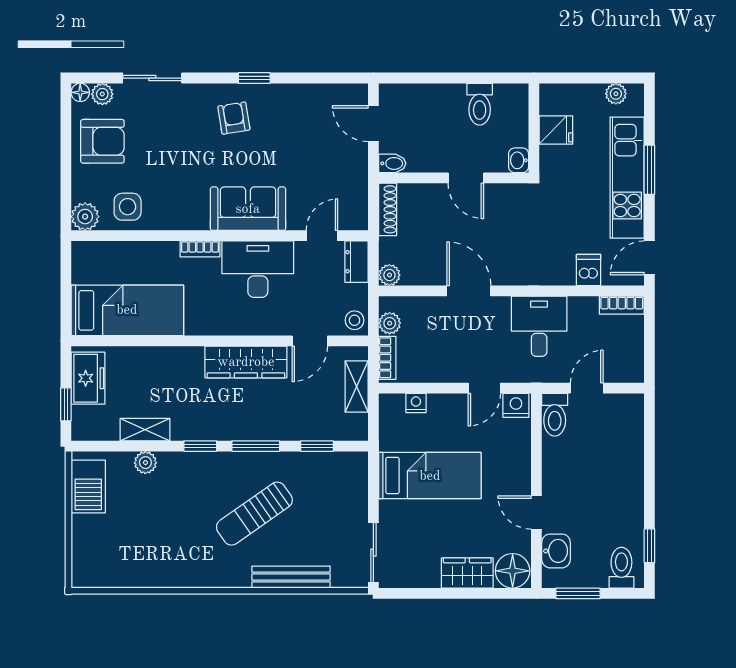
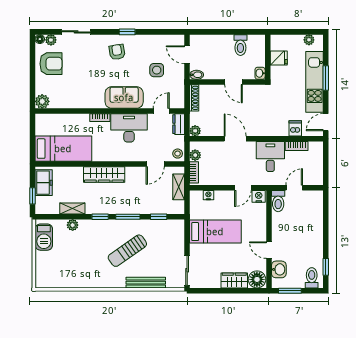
side table: (128, 207) -> (157, 70), moved
bookcase: (622, 305) -> (297, 146), moved
wardrobe: (246, 362) -> (104, 175), moved

